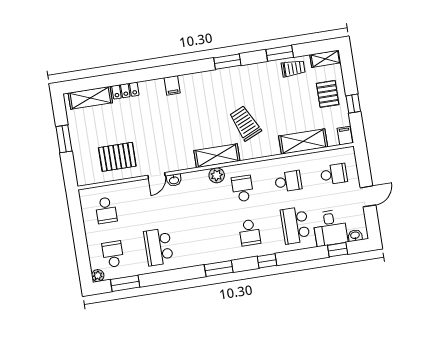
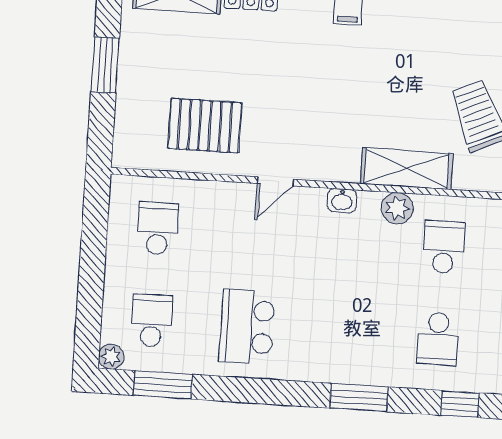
washbasin: (174, 180) -> (342, 200), moved
school desk: (106, 210) -> (158, 228), turned 180

